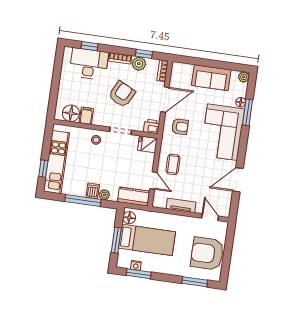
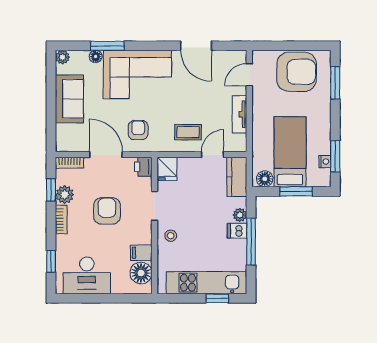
desk: (89, 64) -> (87, 275), moved, turned -90
armchair: (122, 94) -> (107, 211), turned 63
armchair: (207, 254) -> (297, 72), turned -90

